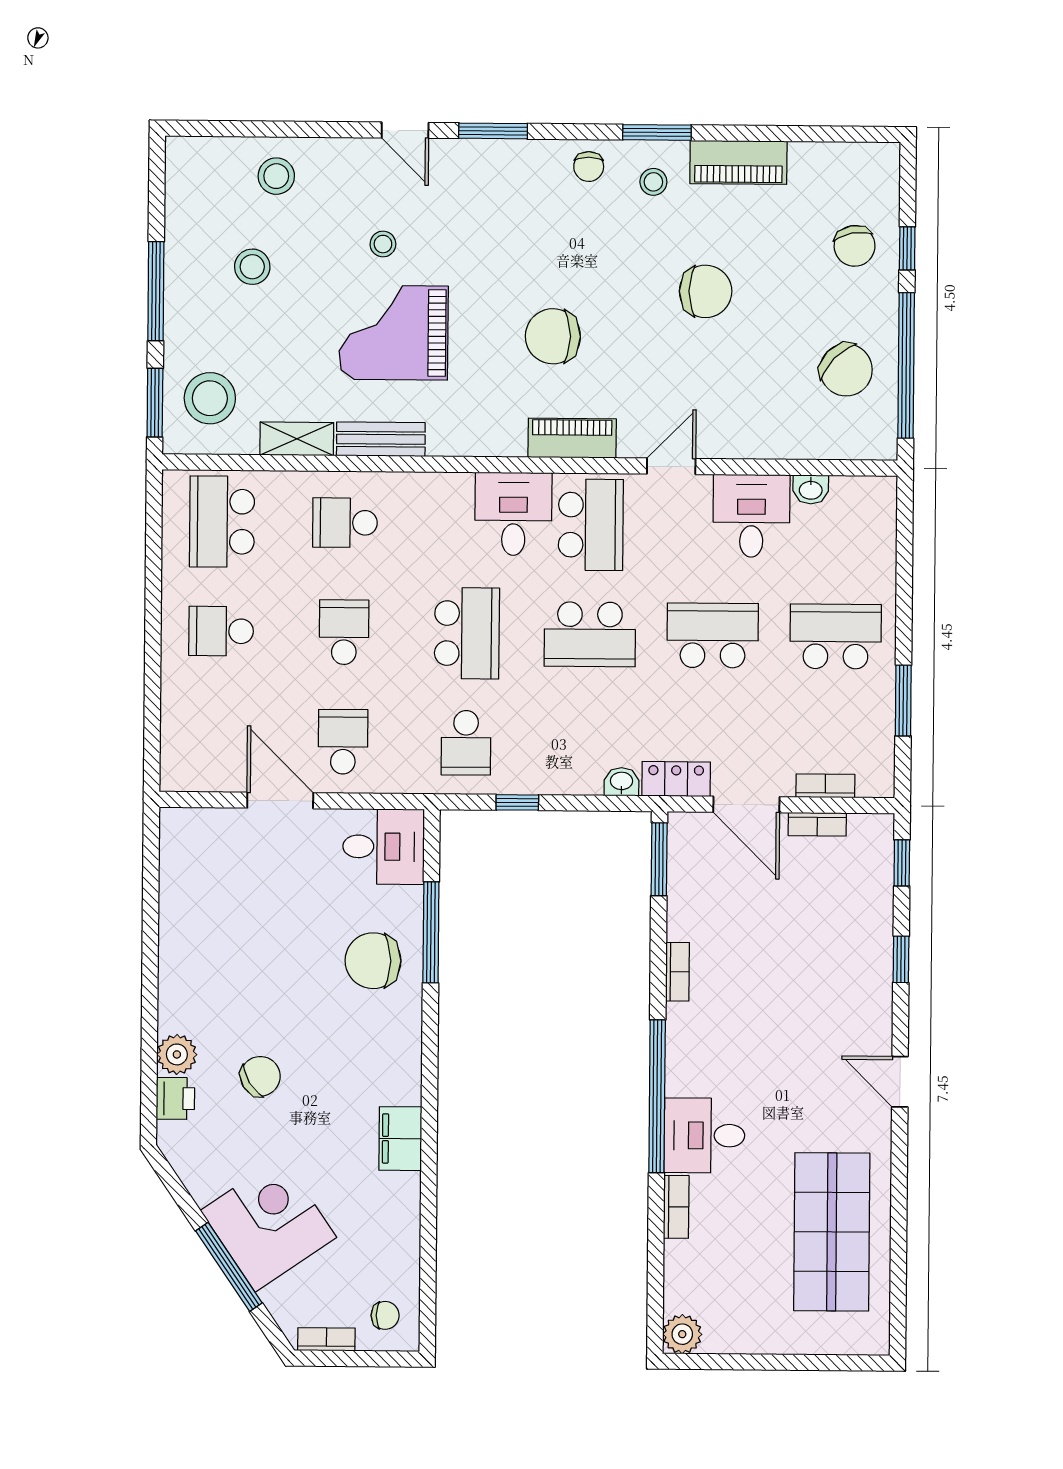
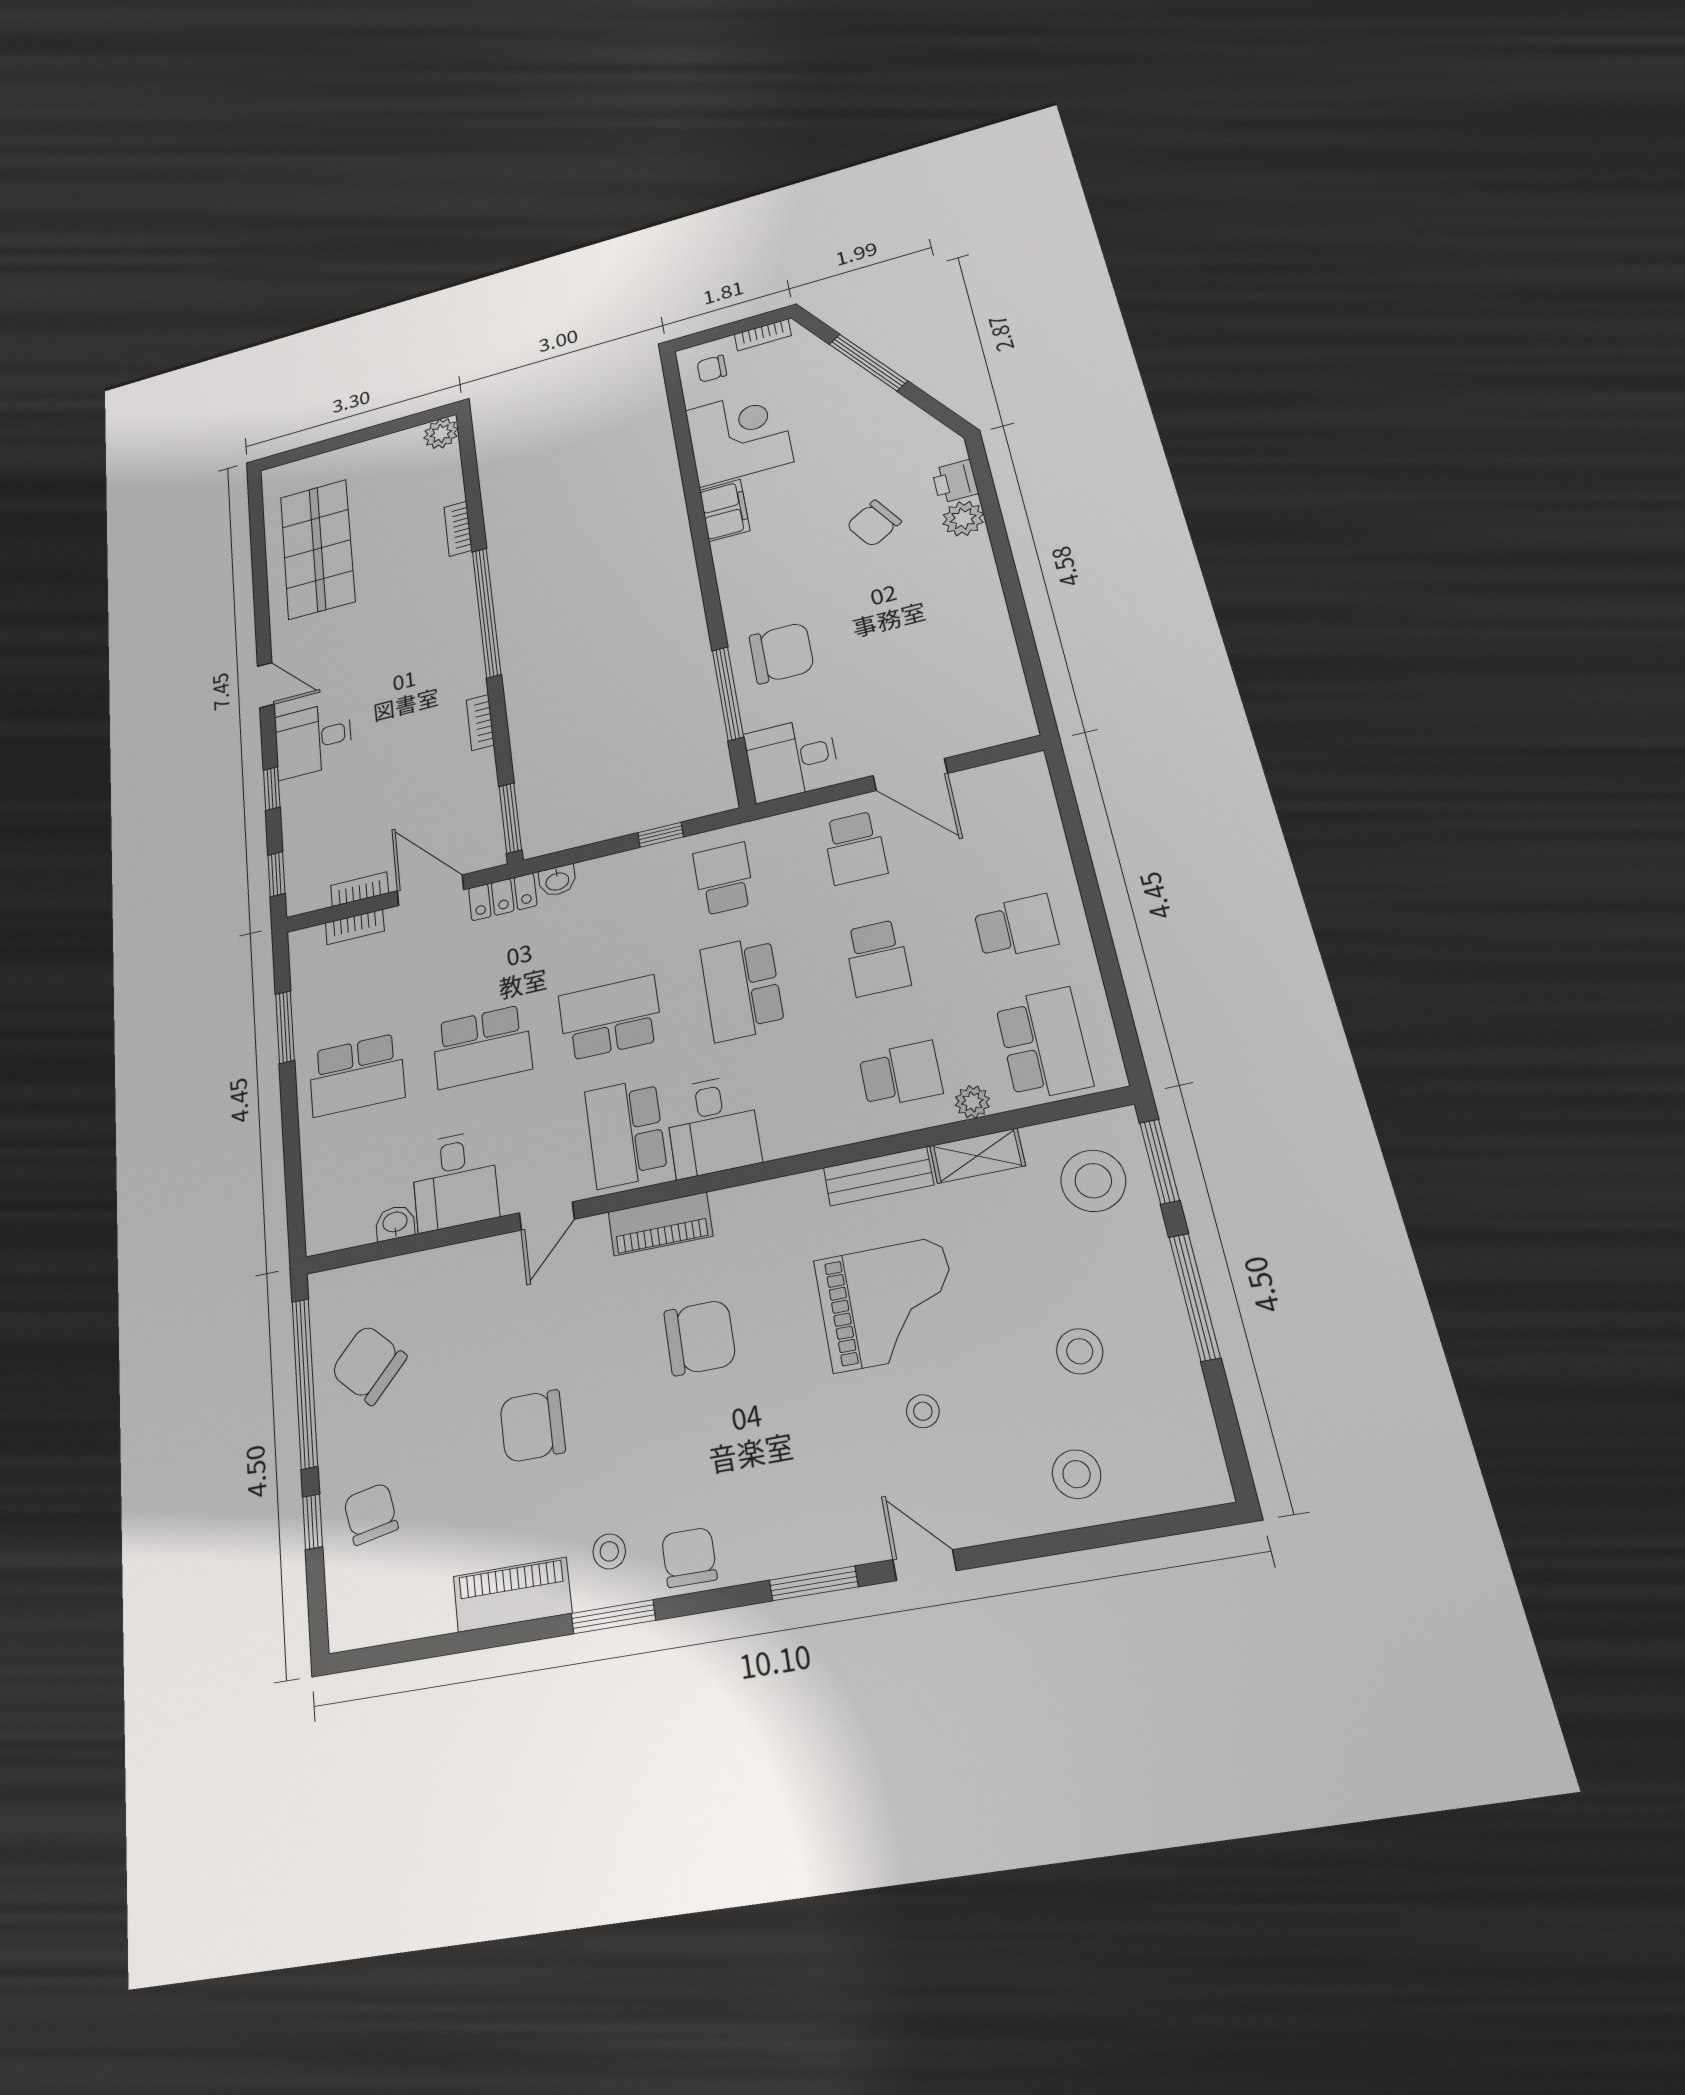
chair: (589, 167) -> (689, 1557), width x1.37, depth x1.37
plant: (291, 485) -> (972, 1102), added
desk: (704, 1135) -> (313, 739), moved, turned 180
corner desk: (269, 1224) -> (739, 436), moved, turned -146

